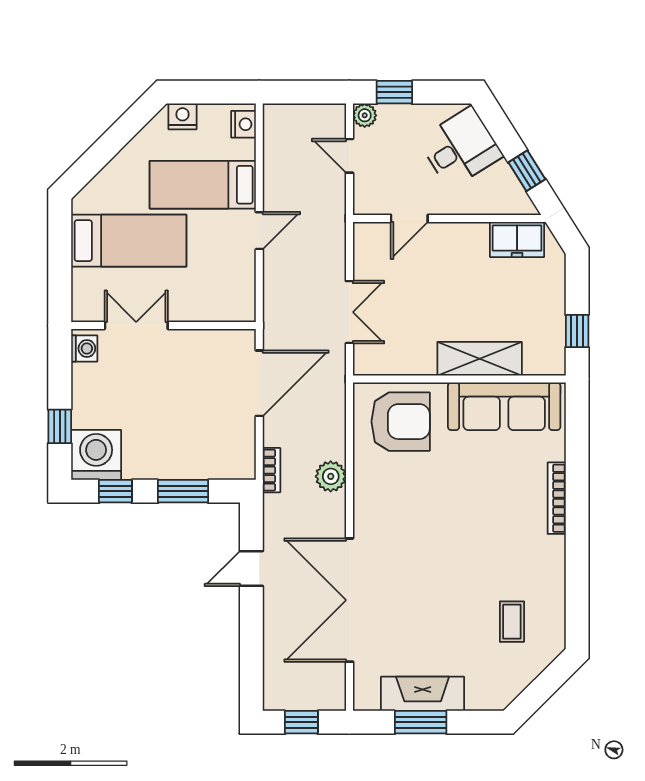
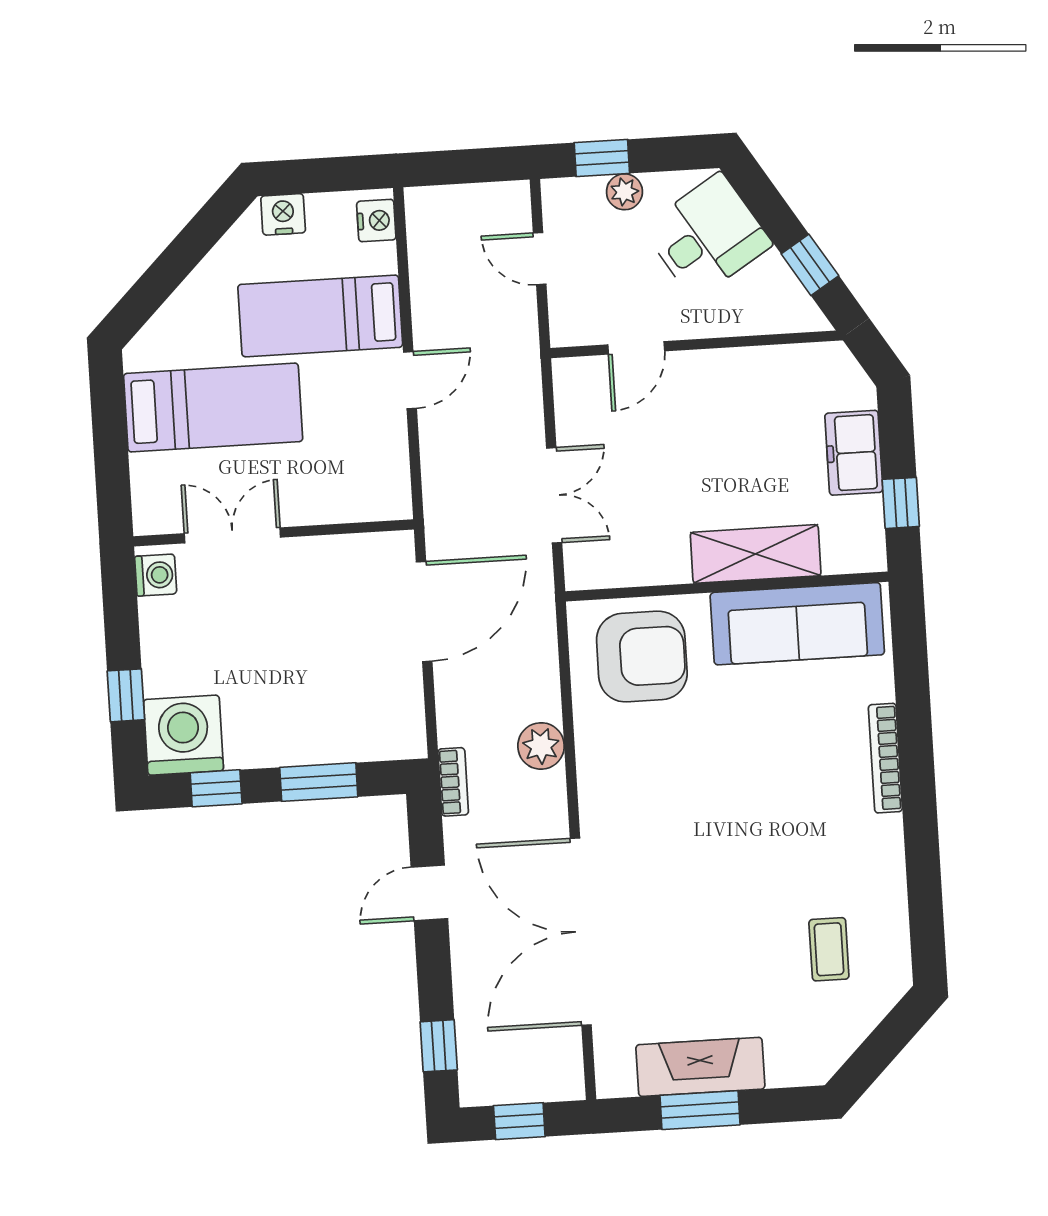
plant: (365, 115) -> (624, 192), moved
freezer: (517, 239) -> (854, 453), moved, turned 90
bookcase: (272, 470) -> (453, 782), moved
window: (251, 669) -> (439, 1046), added

